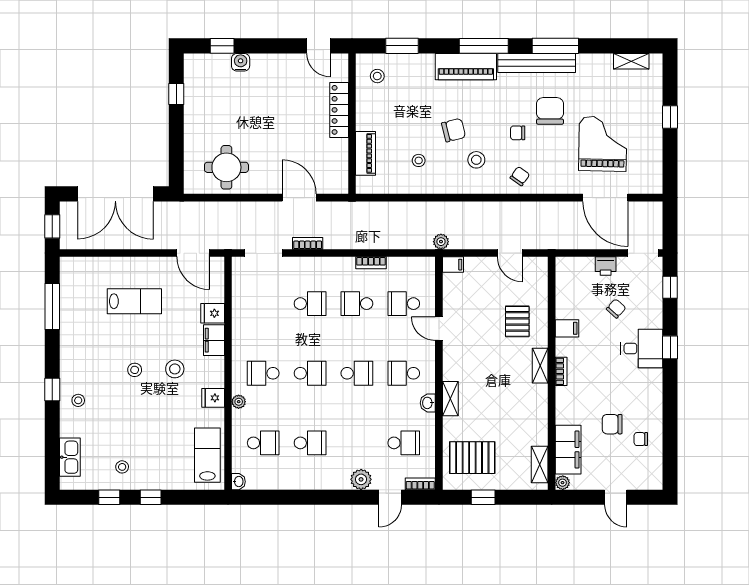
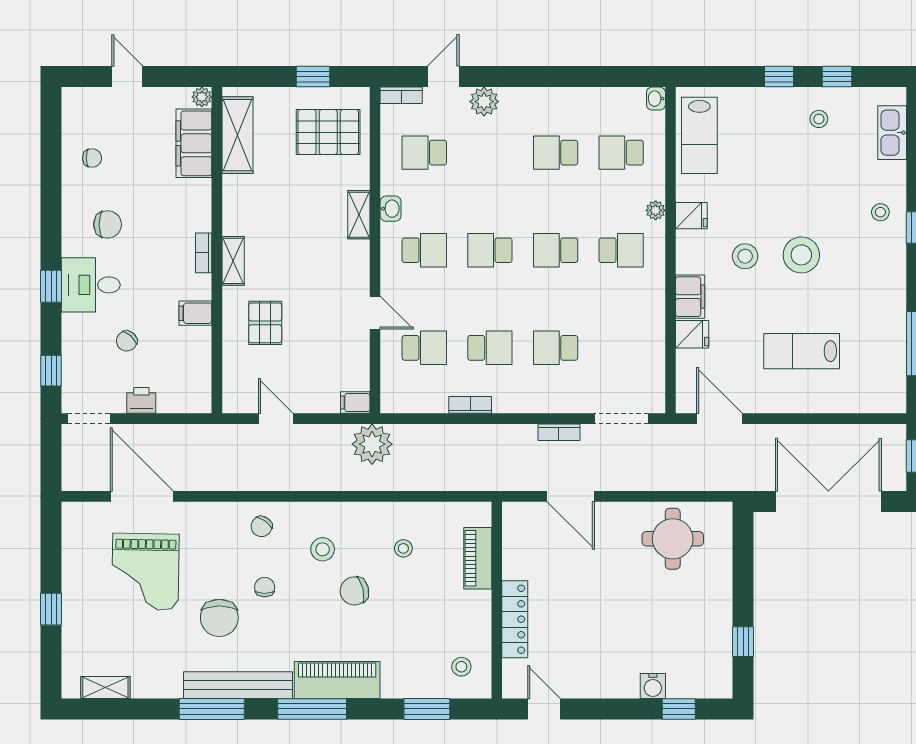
chair: (518, 133) -> (265, 587), turned -90
plant: (441, 242) -> (372, 444), width x1.87, depth x1.87
stool: (135, 370) -> (801, 255), width x1.89, depth x1.89
chair: (612, 424) -> (108, 224), moved
shelving: (540, 465) -> (238, 135), width x1.50, depth x1.33

